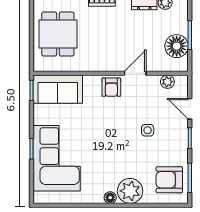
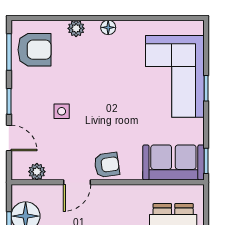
armchair: (111, 87) -> (107, 165), turned 82
plant: (130, 191) -> (76, 28), width x0.53, depth x0.53

